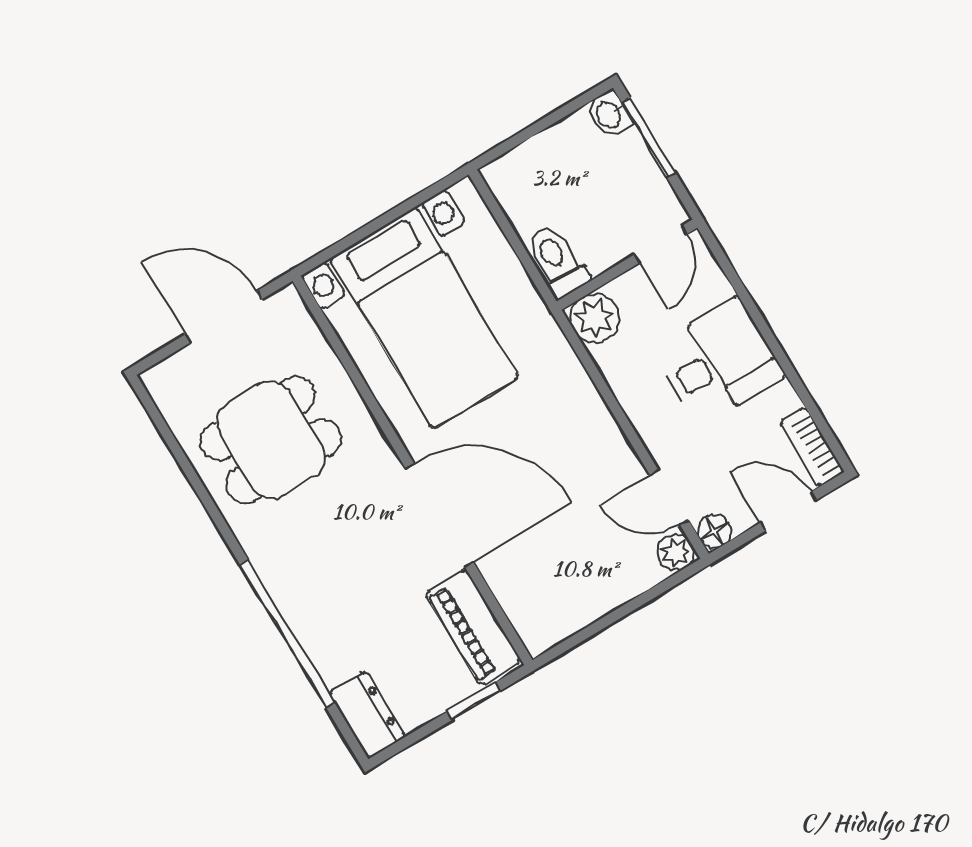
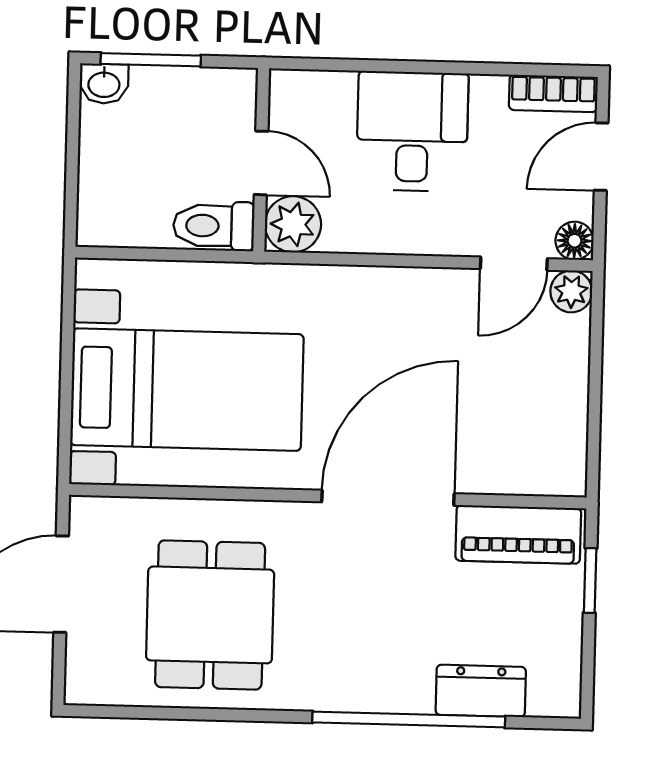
door: (661, 244) -> (261, 163), moved
dresser: (367, 715) -> (481, 691), moved

